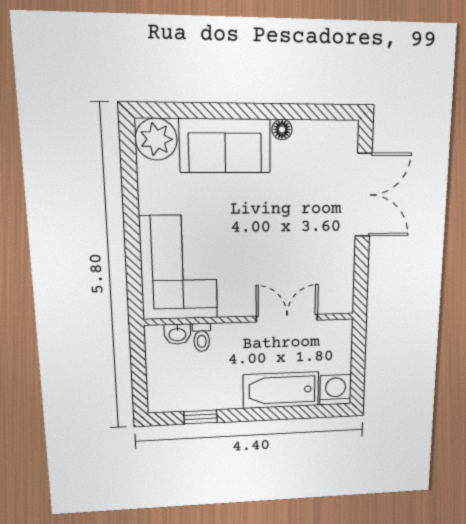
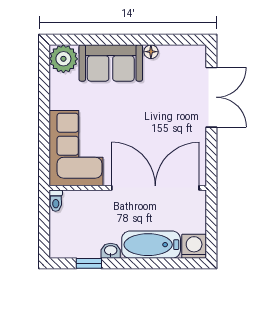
double door: (287, 318) -> (155, 188), width x1.87
washbasin: (177, 334) -> (111, 251), moved, turned 180
toilet: (202, 337) -> (56, 201), moved

